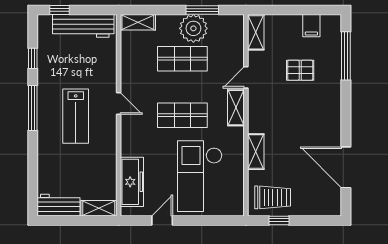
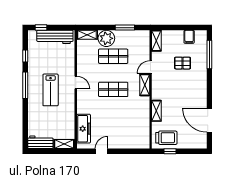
plant: (193, 28) -> (106, 38), moved
checkout: (200, 176) -> (124, 125), removed

